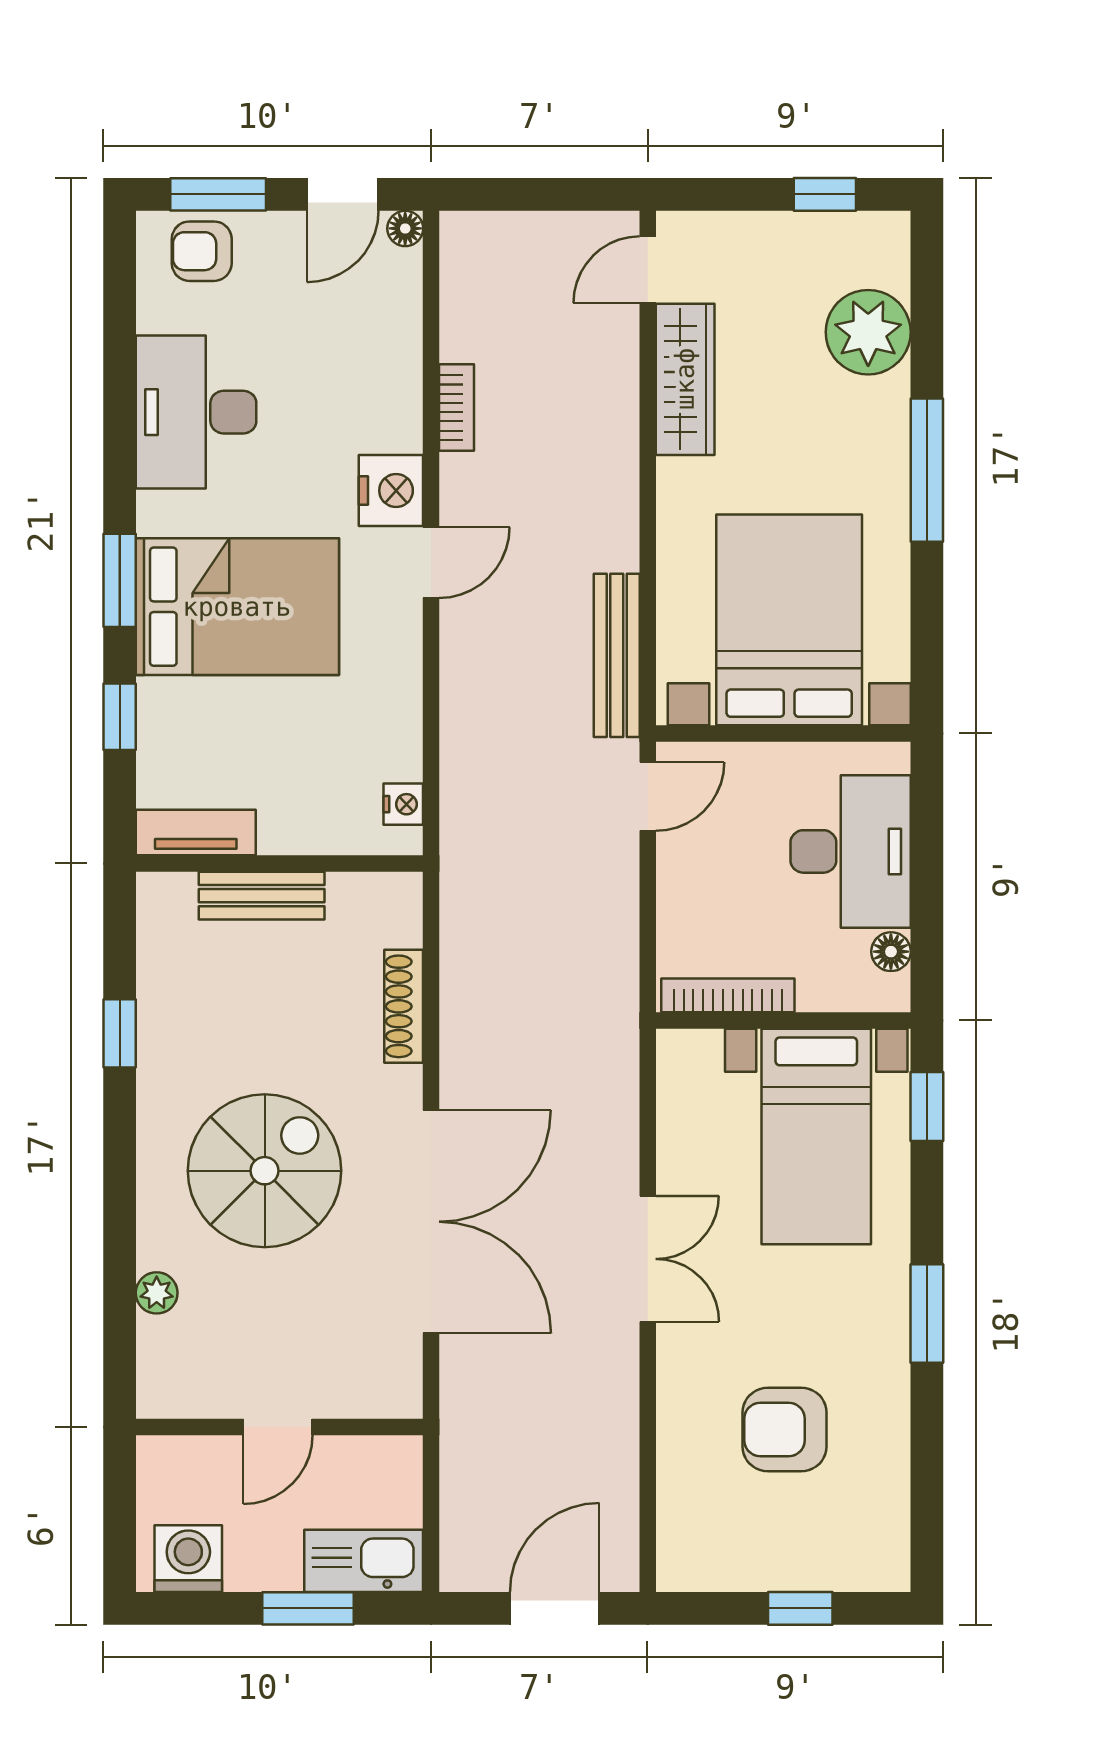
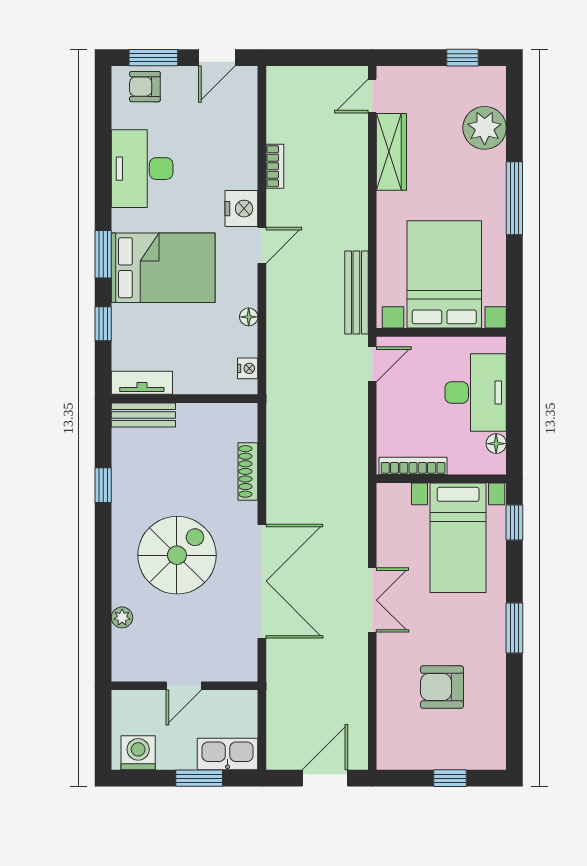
floor lamp: (405, 228) -> (249, 317), moved
bench: (262, 896) -> (143, 415), moved

